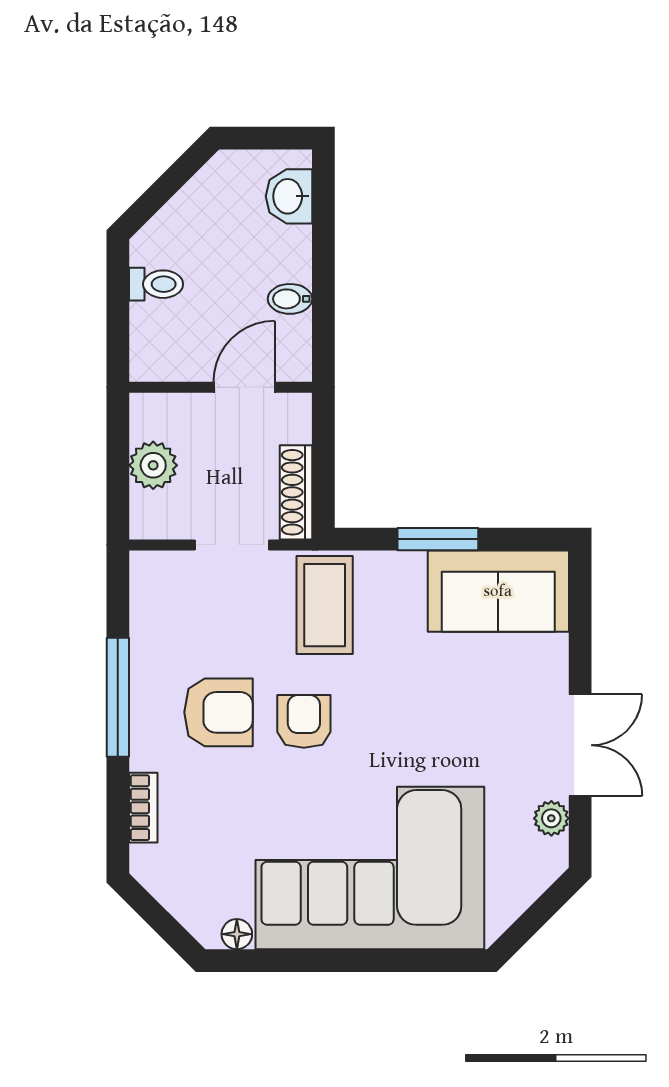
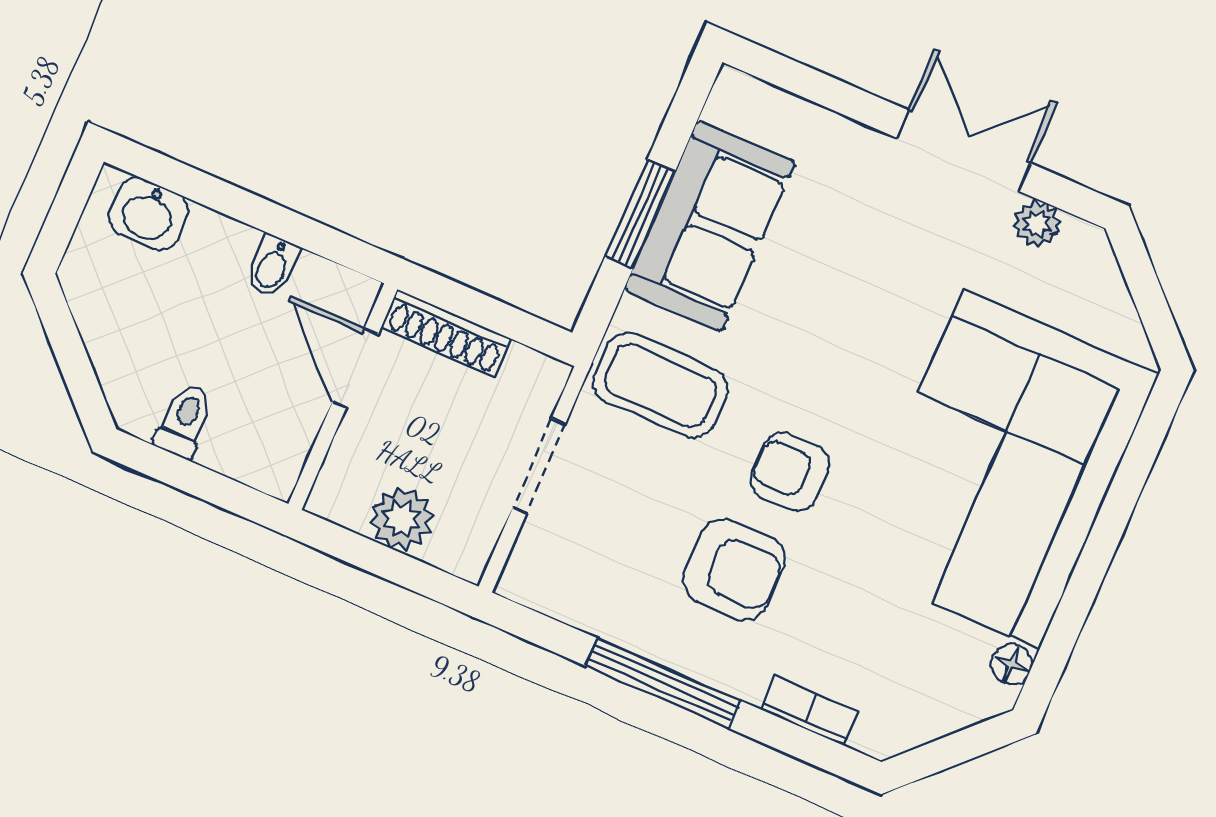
shoe rack: (296, 492) -> (446, 333), moved
sofa: (498, 591) -> (710, 226), moved
armchair: (219, 712) -> (734, 570), turned 90

